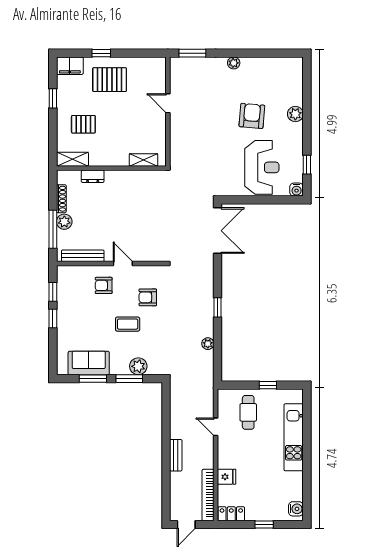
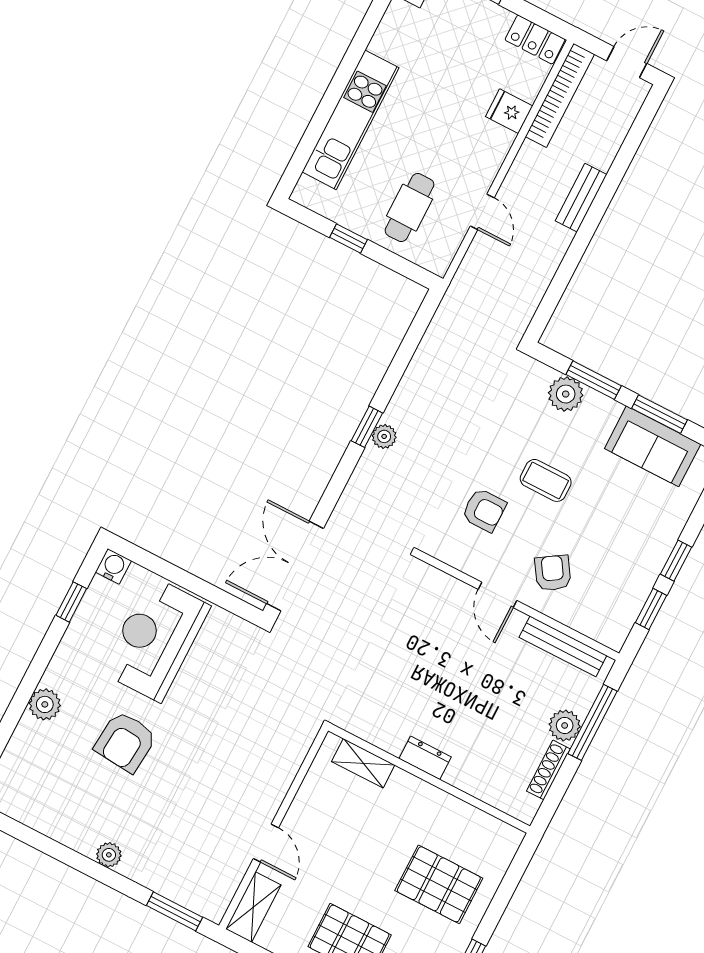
pallet: (83, 124) -> (439, 884), width x1.50, depth x1.42
shelving: (72, 159) -> (253, 907), moved, turned 90
dresser: (93, 176) -> (425, 758), moved
armchair: (104, 285) -> (553, 573), turned -123
plant: (208, 344) -> (384, 436), moved

